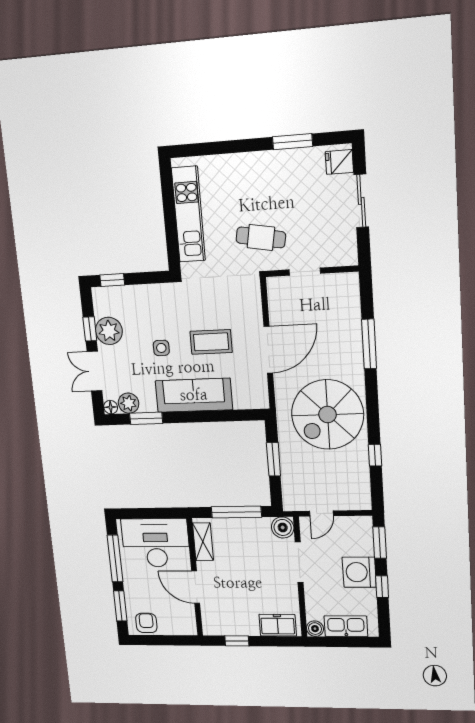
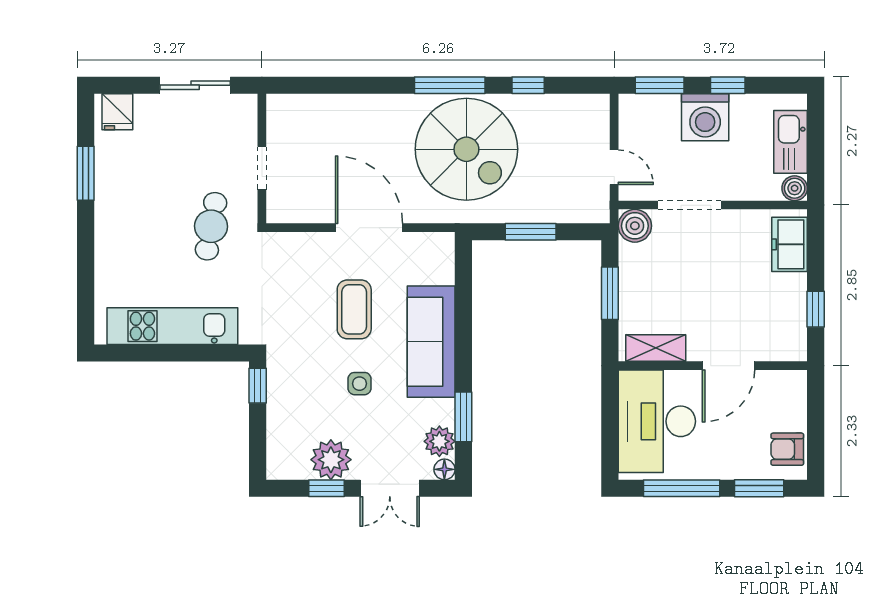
sliding door: (361, 201) -> (195, 85), moved
window: (112, 280) -> (258, 386), moved
window: (369, 344) -> (450, 85), moved
window: (236, 512) -> (610, 293), width x0.69

